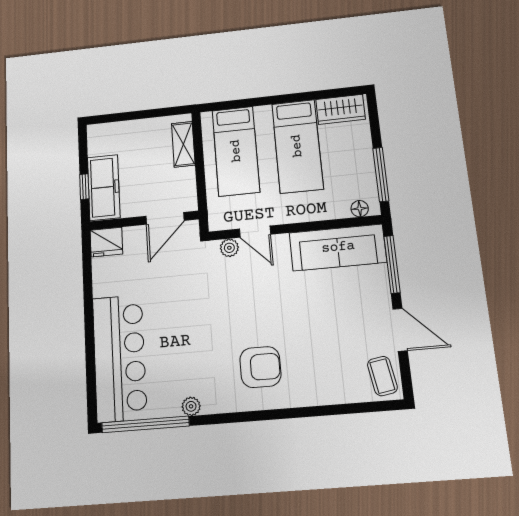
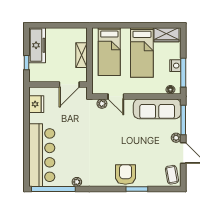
shelving: (183, 144) -> (81, 55), moved
nightstand: (364, 163) -> (175, 66), added
freezer: (104, 187) -> (37, 45), moved
fridge: (106, 242) -> (36, 104), moved, turned -90
plant: (382, 300) -> (176, 138), added
armchair: (260, 367) -> (126, 175), moved, turned -90
window: (313, 411) -> (137, 189), added

